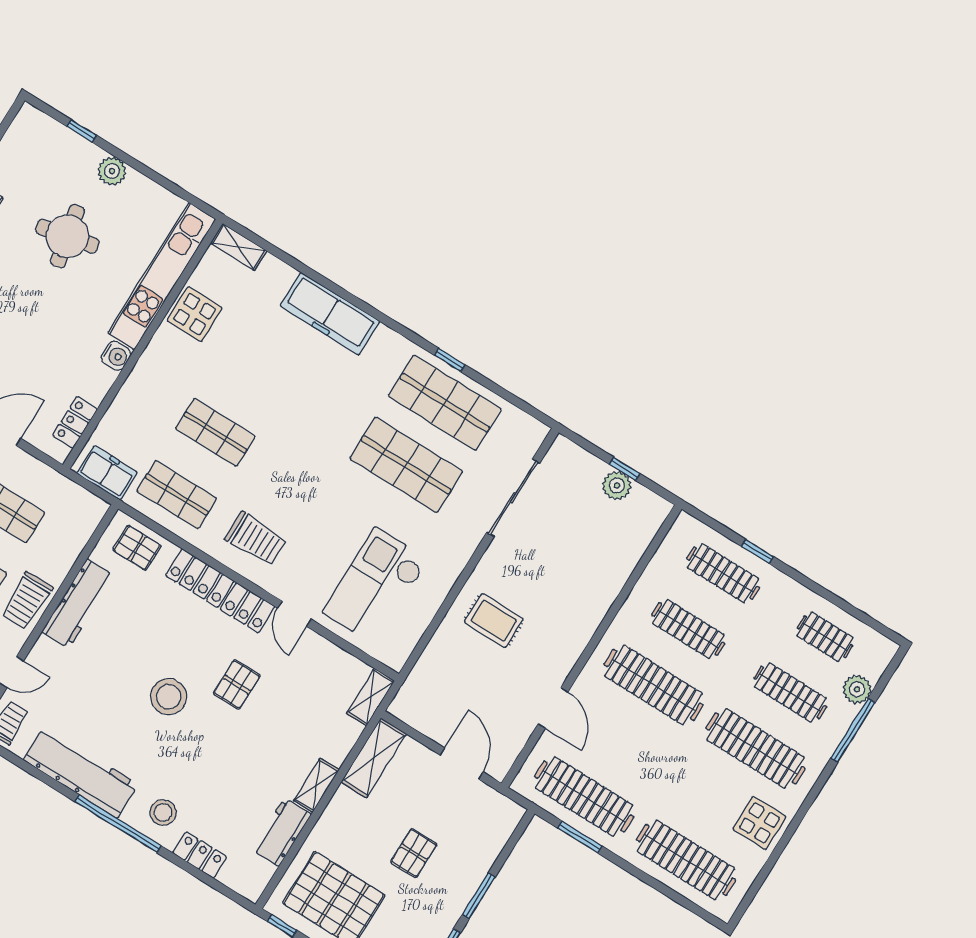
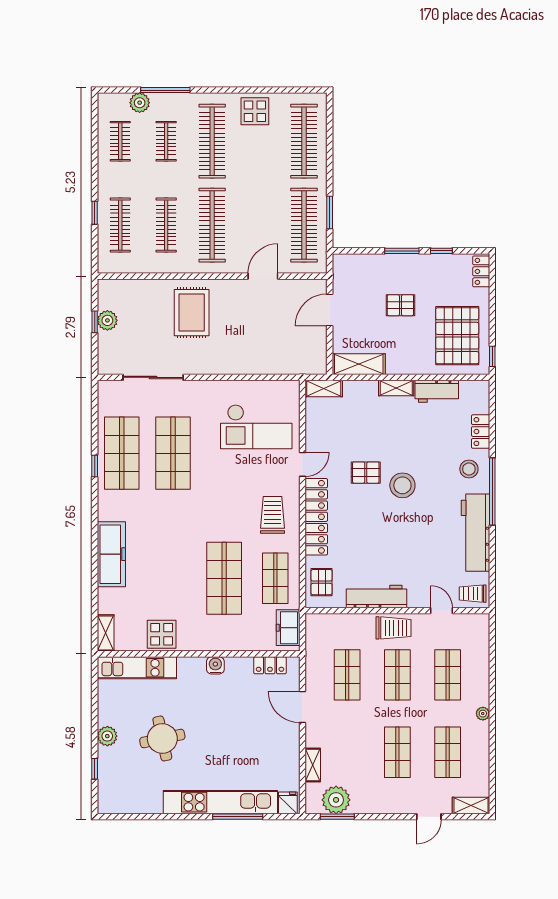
kitchen unit: (162, 276) -> (137, 668), width x0.73
shop shelf: (215, 432) -> (224, 578), width x1.43, depth x1.36
rug: (494, 621) -> (192, 313), moved, width x1.36, depth x1.43
clothes rail: (790, 692) -> (166, 141), width x0.73
stool: (169, 697) -> (402, 485), moved

